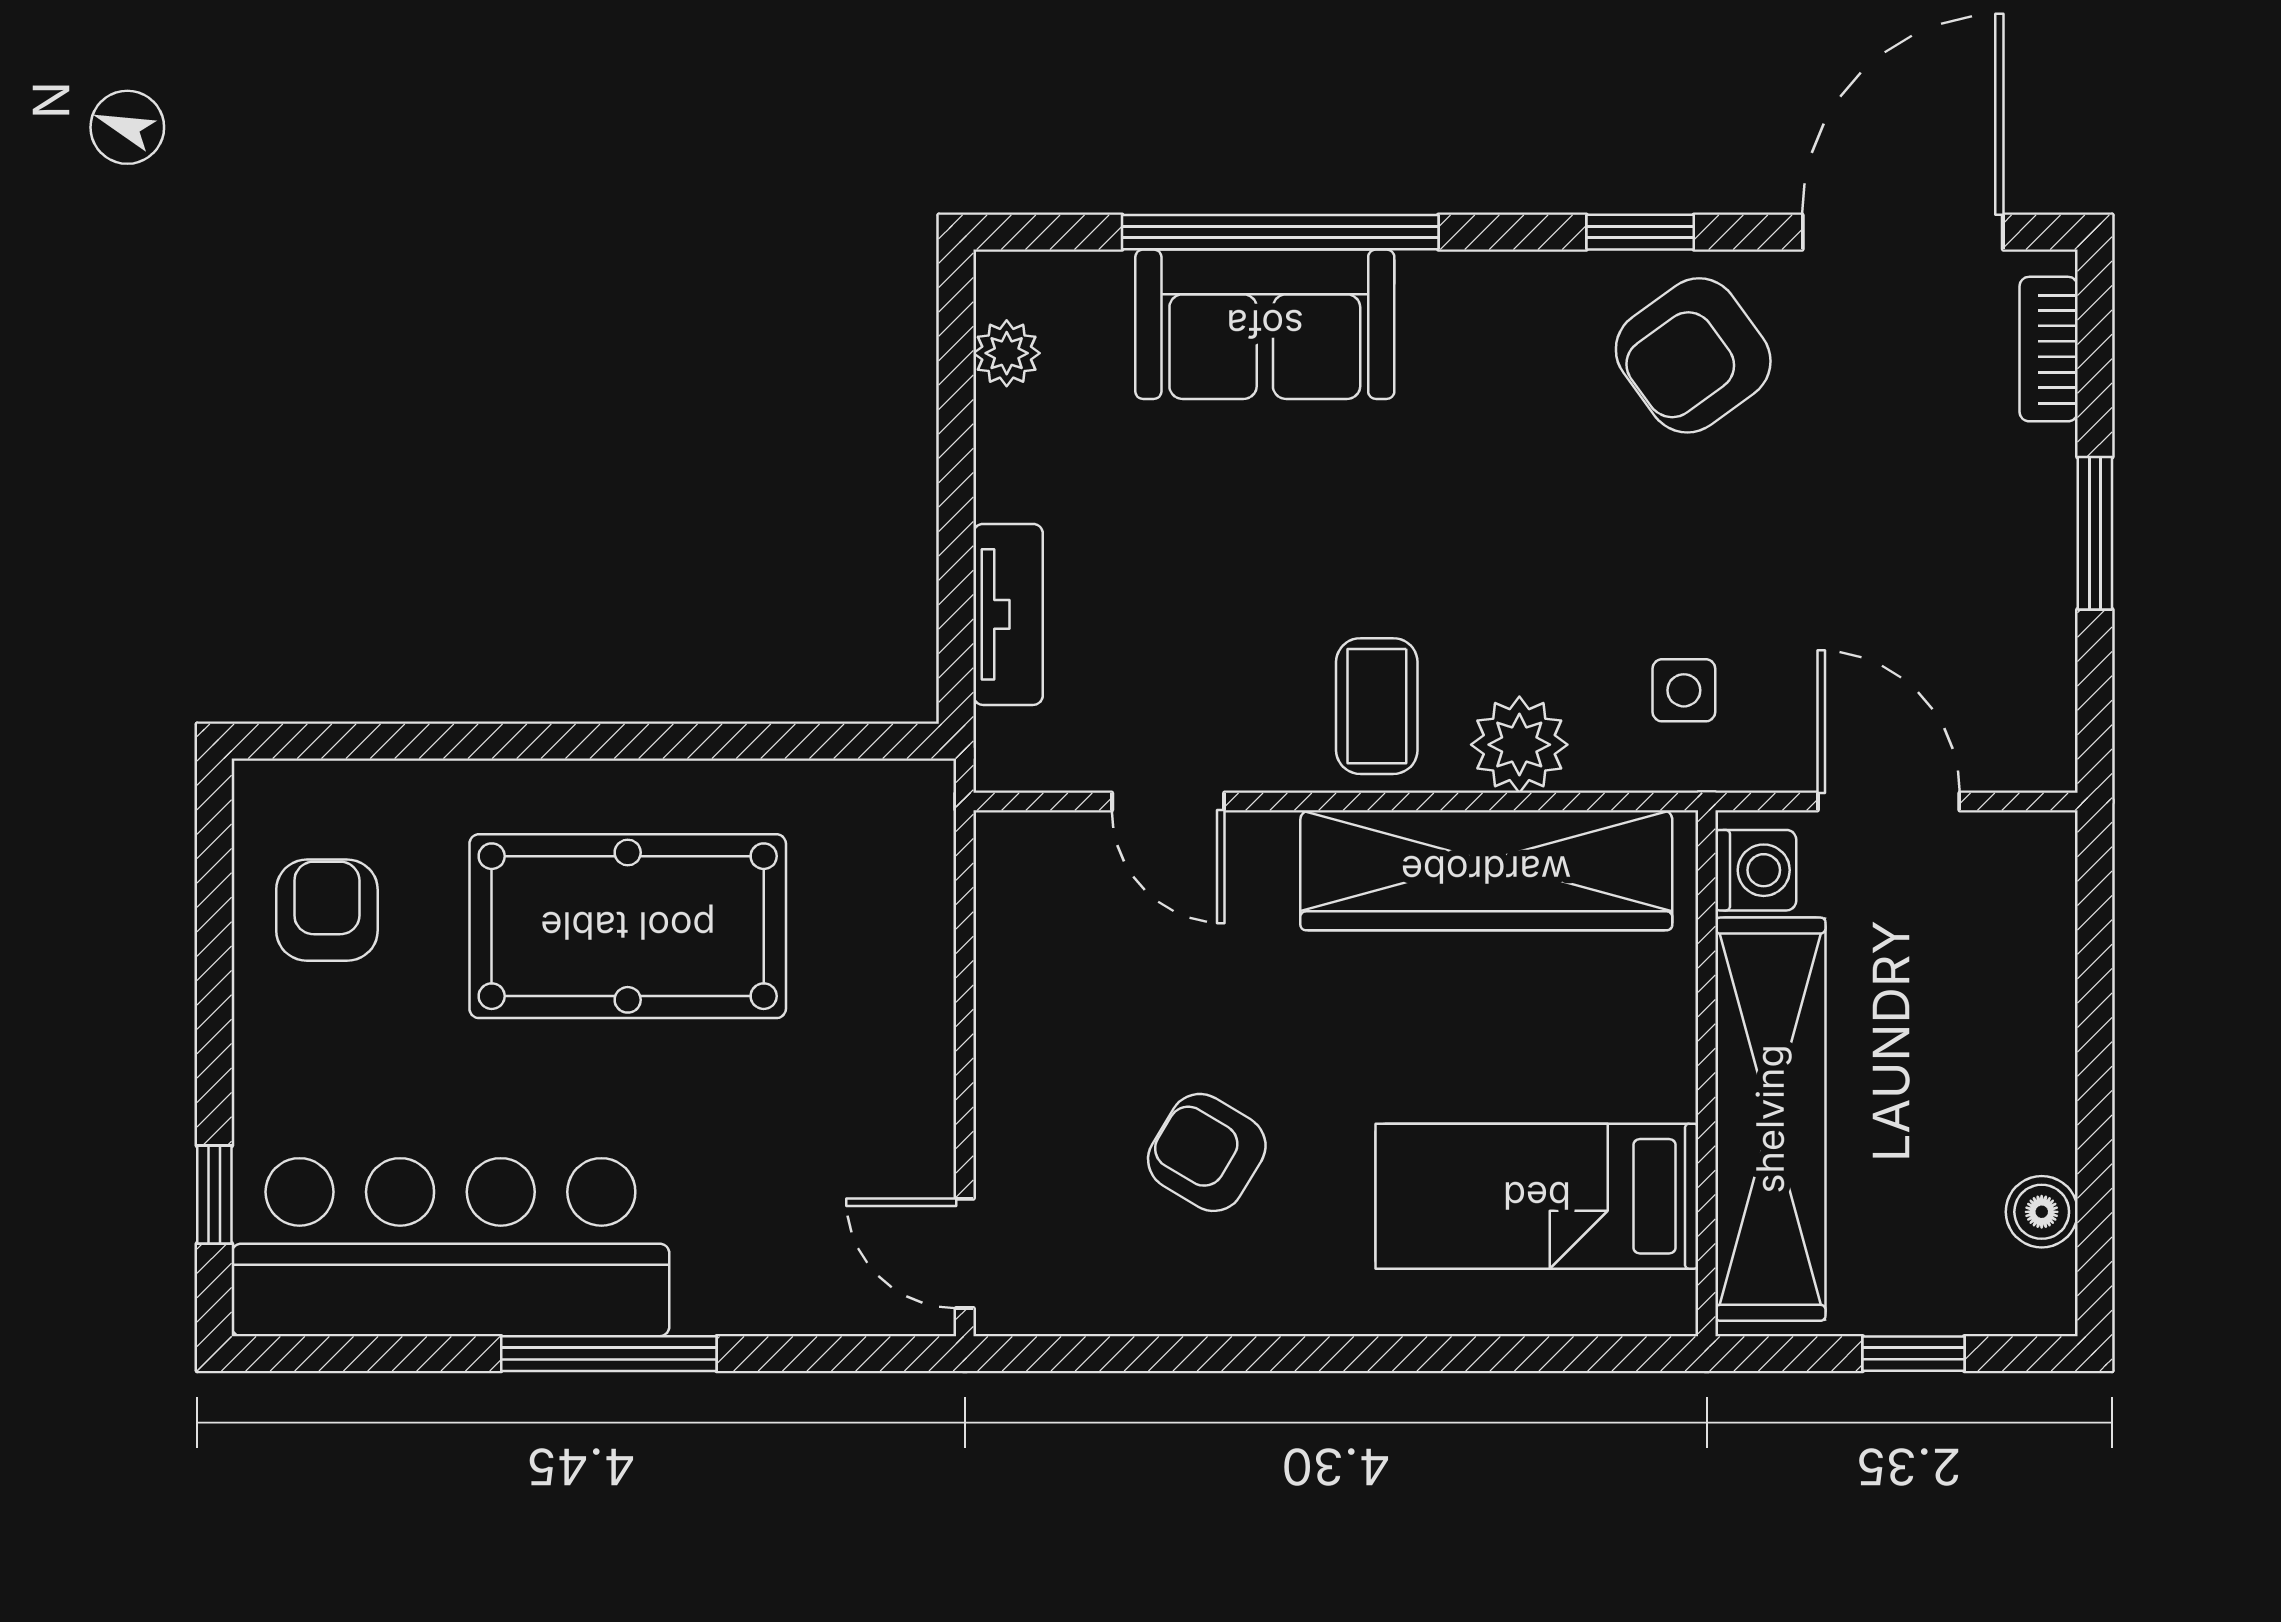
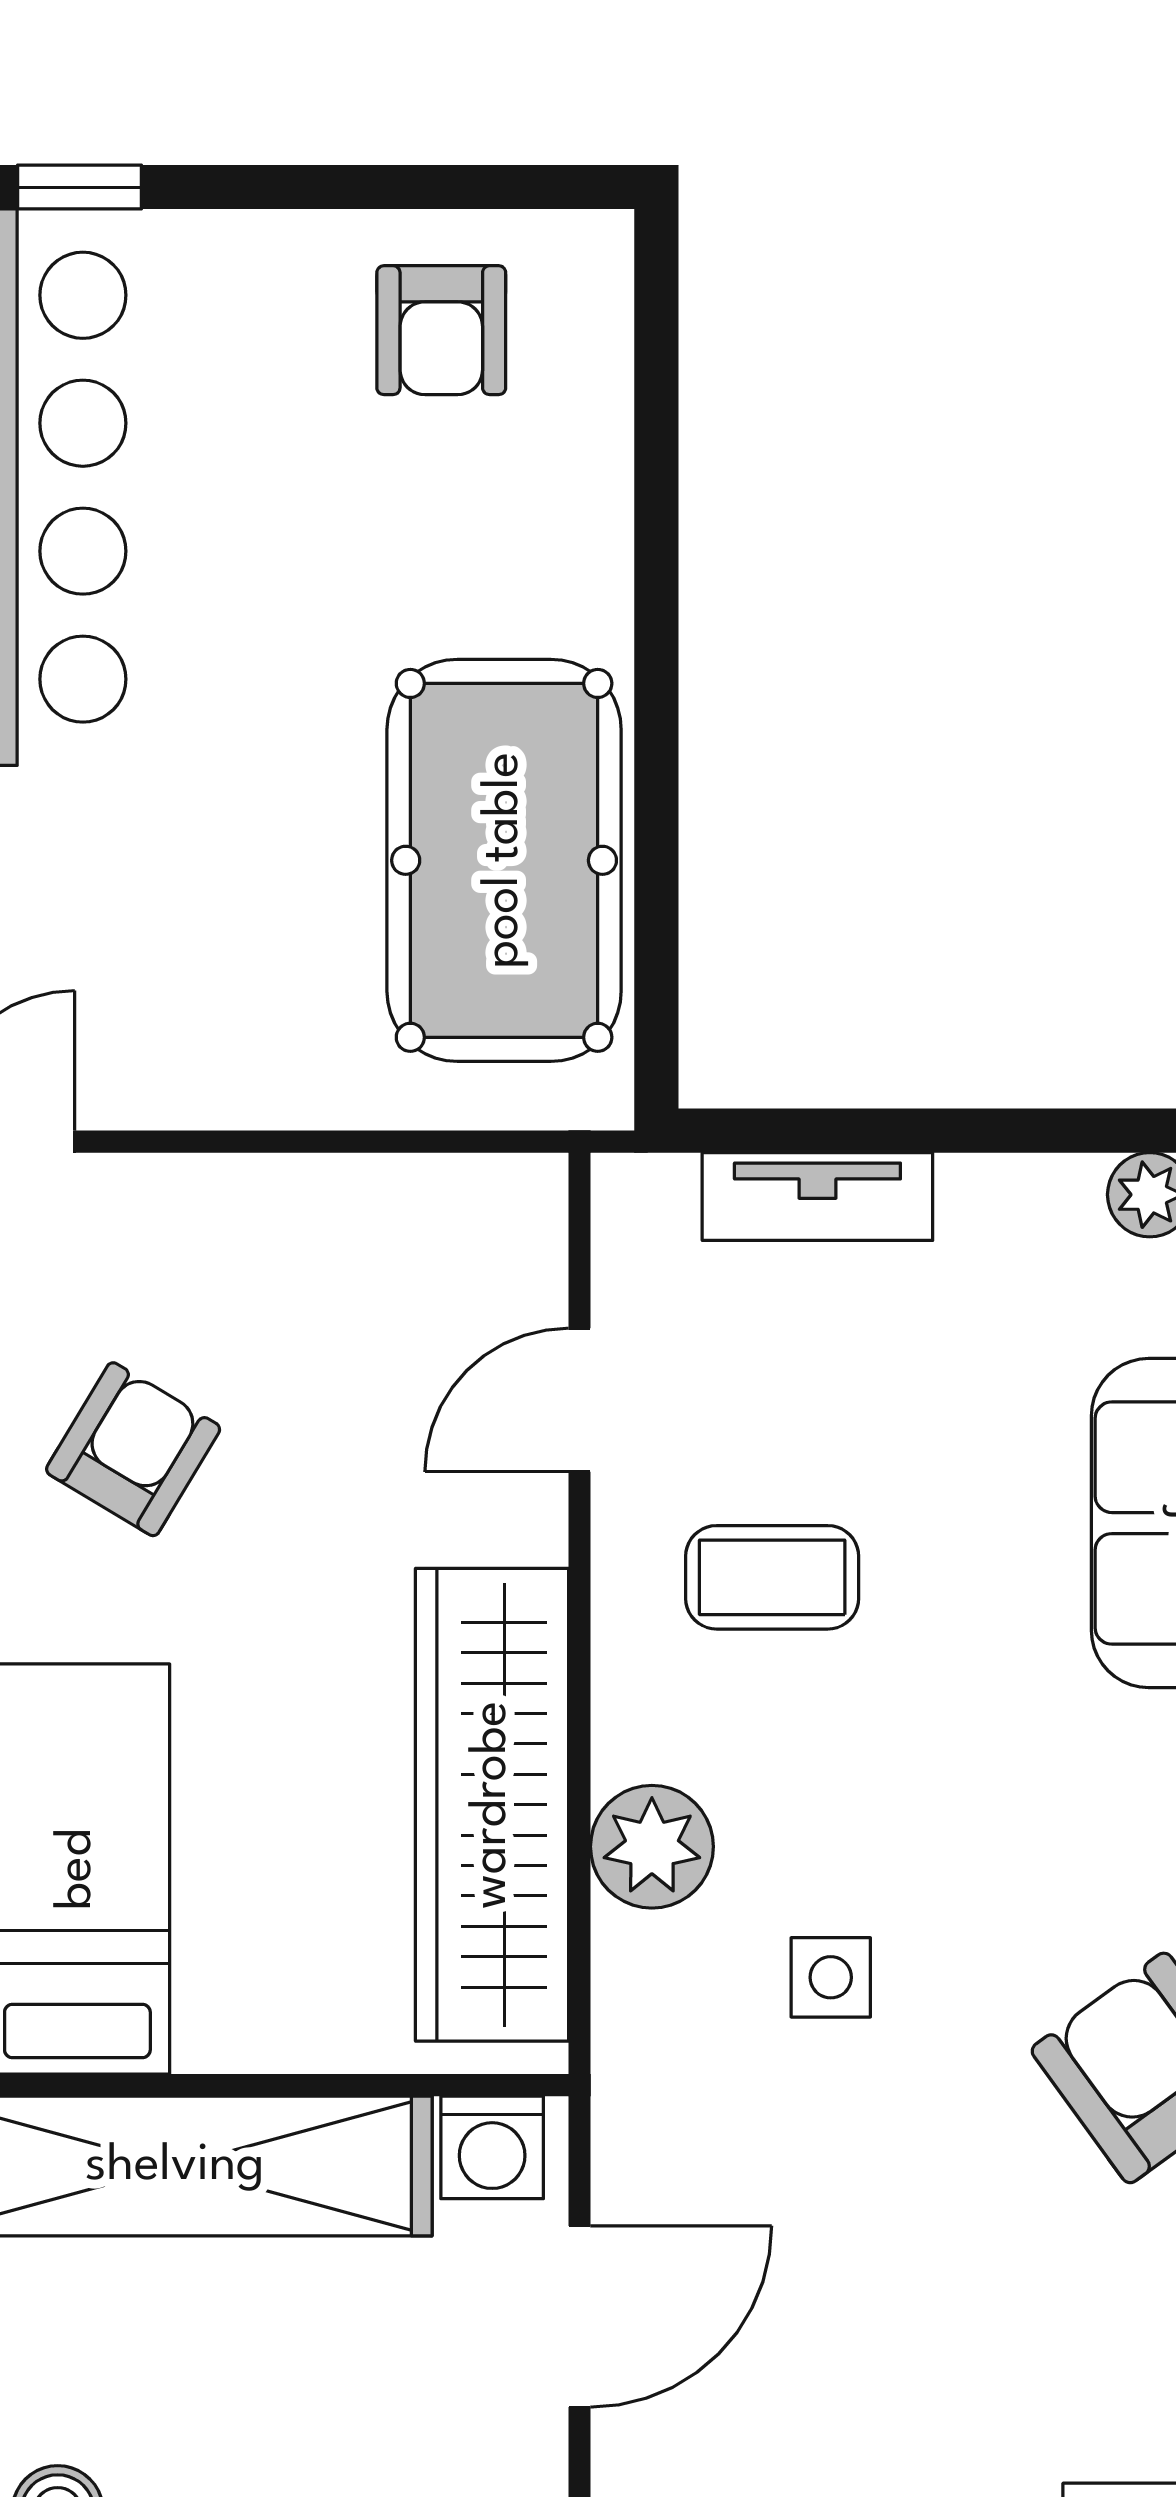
side table: (1684, 690) -> (831, 1977), moved
coffee table: (1377, 706) -> (772, 1577), moved
armchair: (327, 910) -> (441, 330), turned 90
pool table: (628, 926) -> (504, 860), moved

